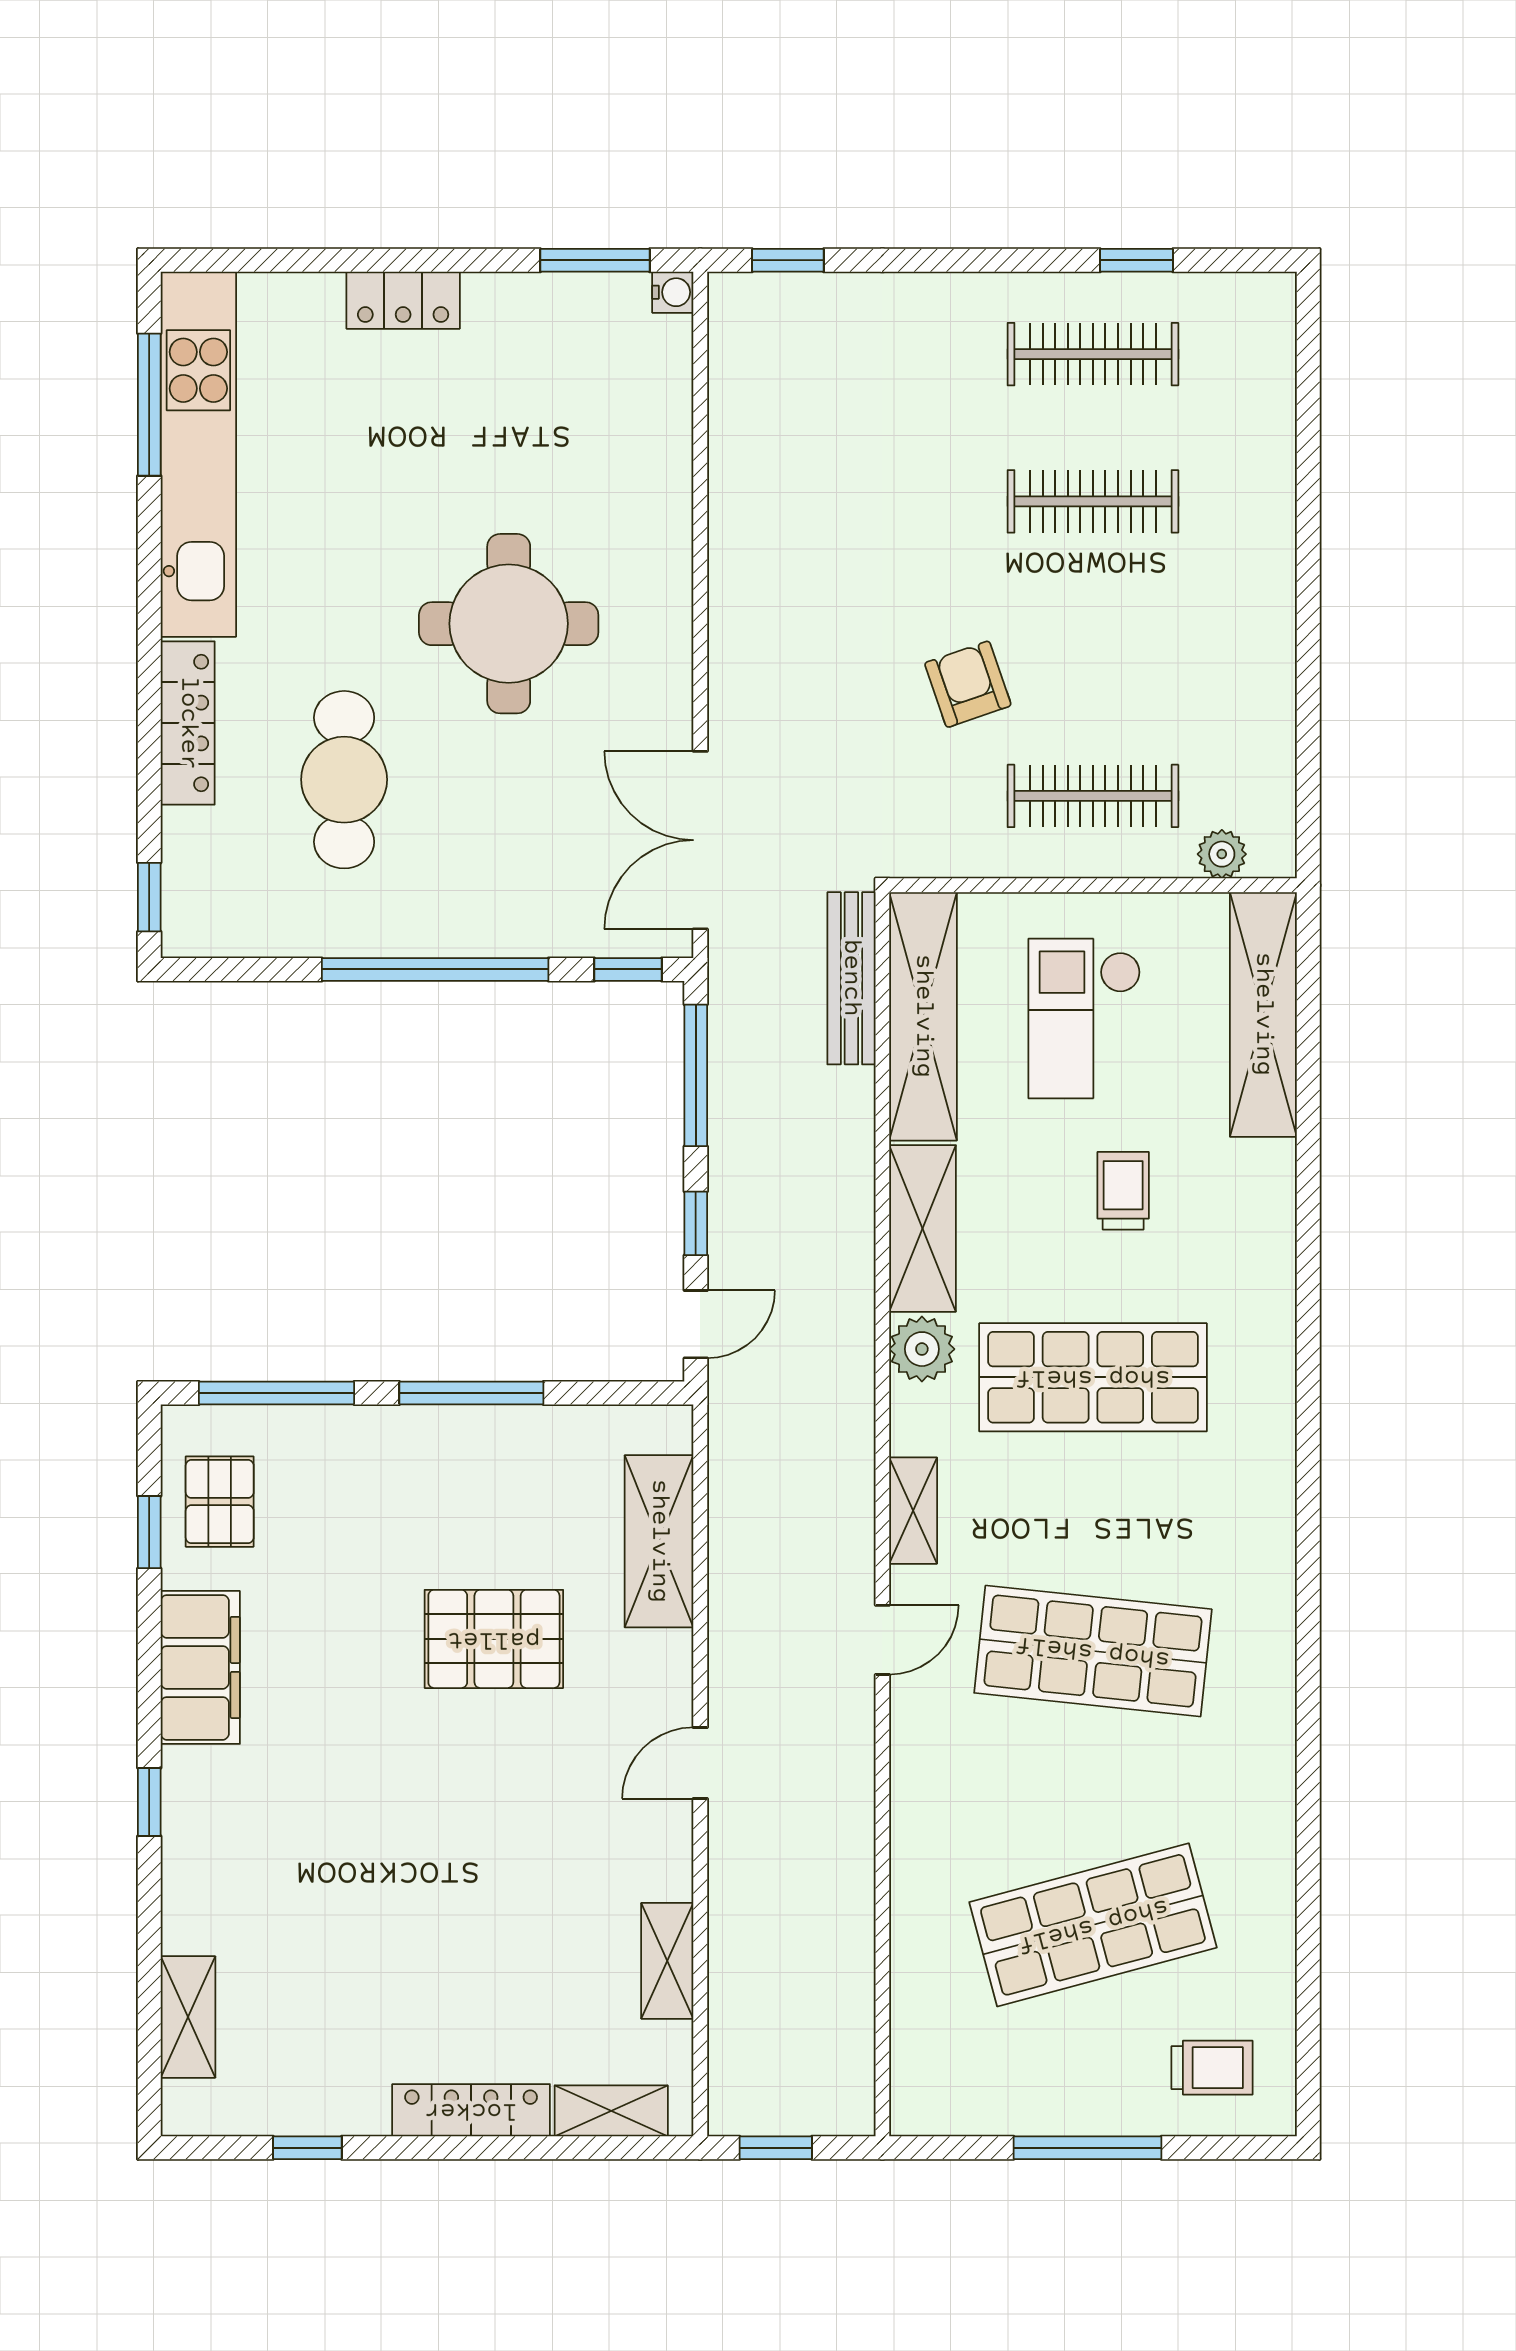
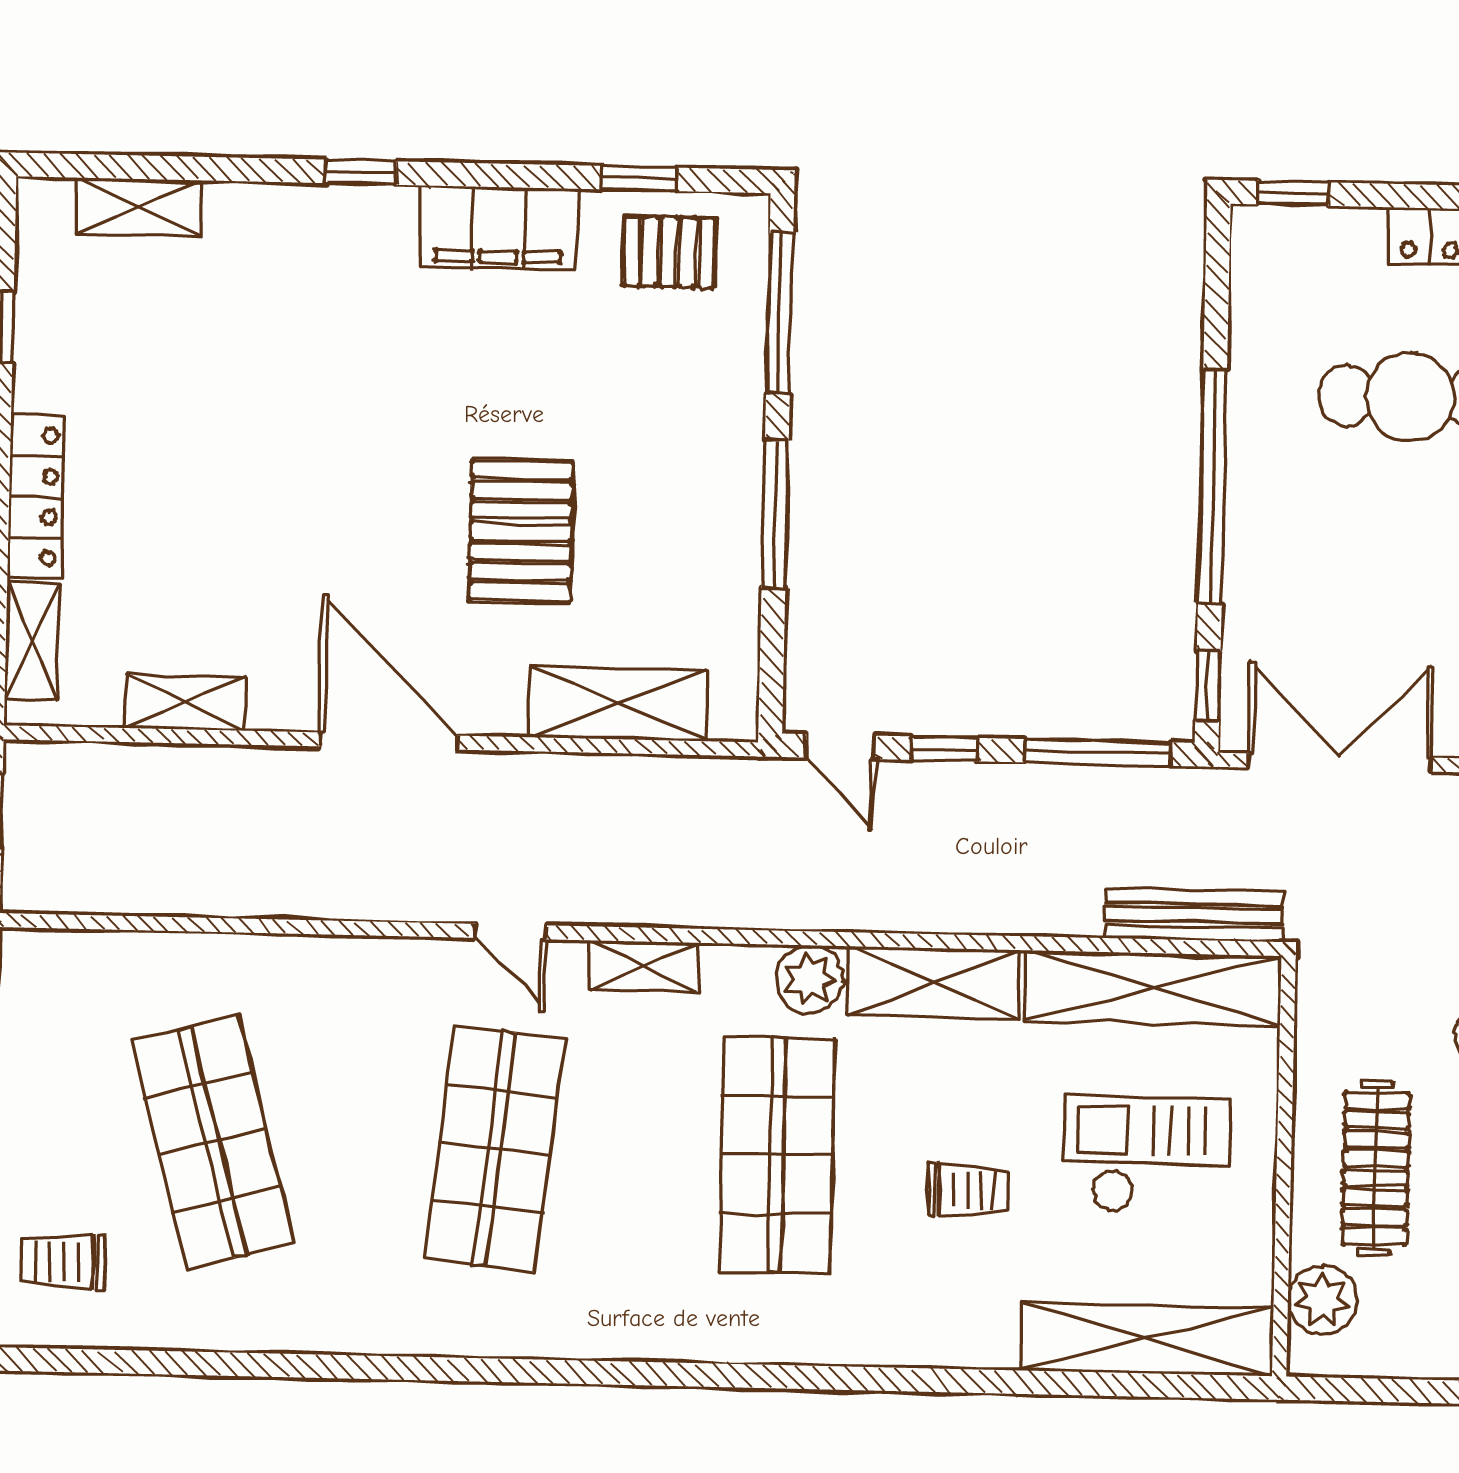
plant: (1222, 854) -> (1322, 1300), width x1.38, depth x1.38
door: (700, 1763) -> (388, 741), width x1.88
trolley: (1212, 2068) -> (62, 1261), turned 90

